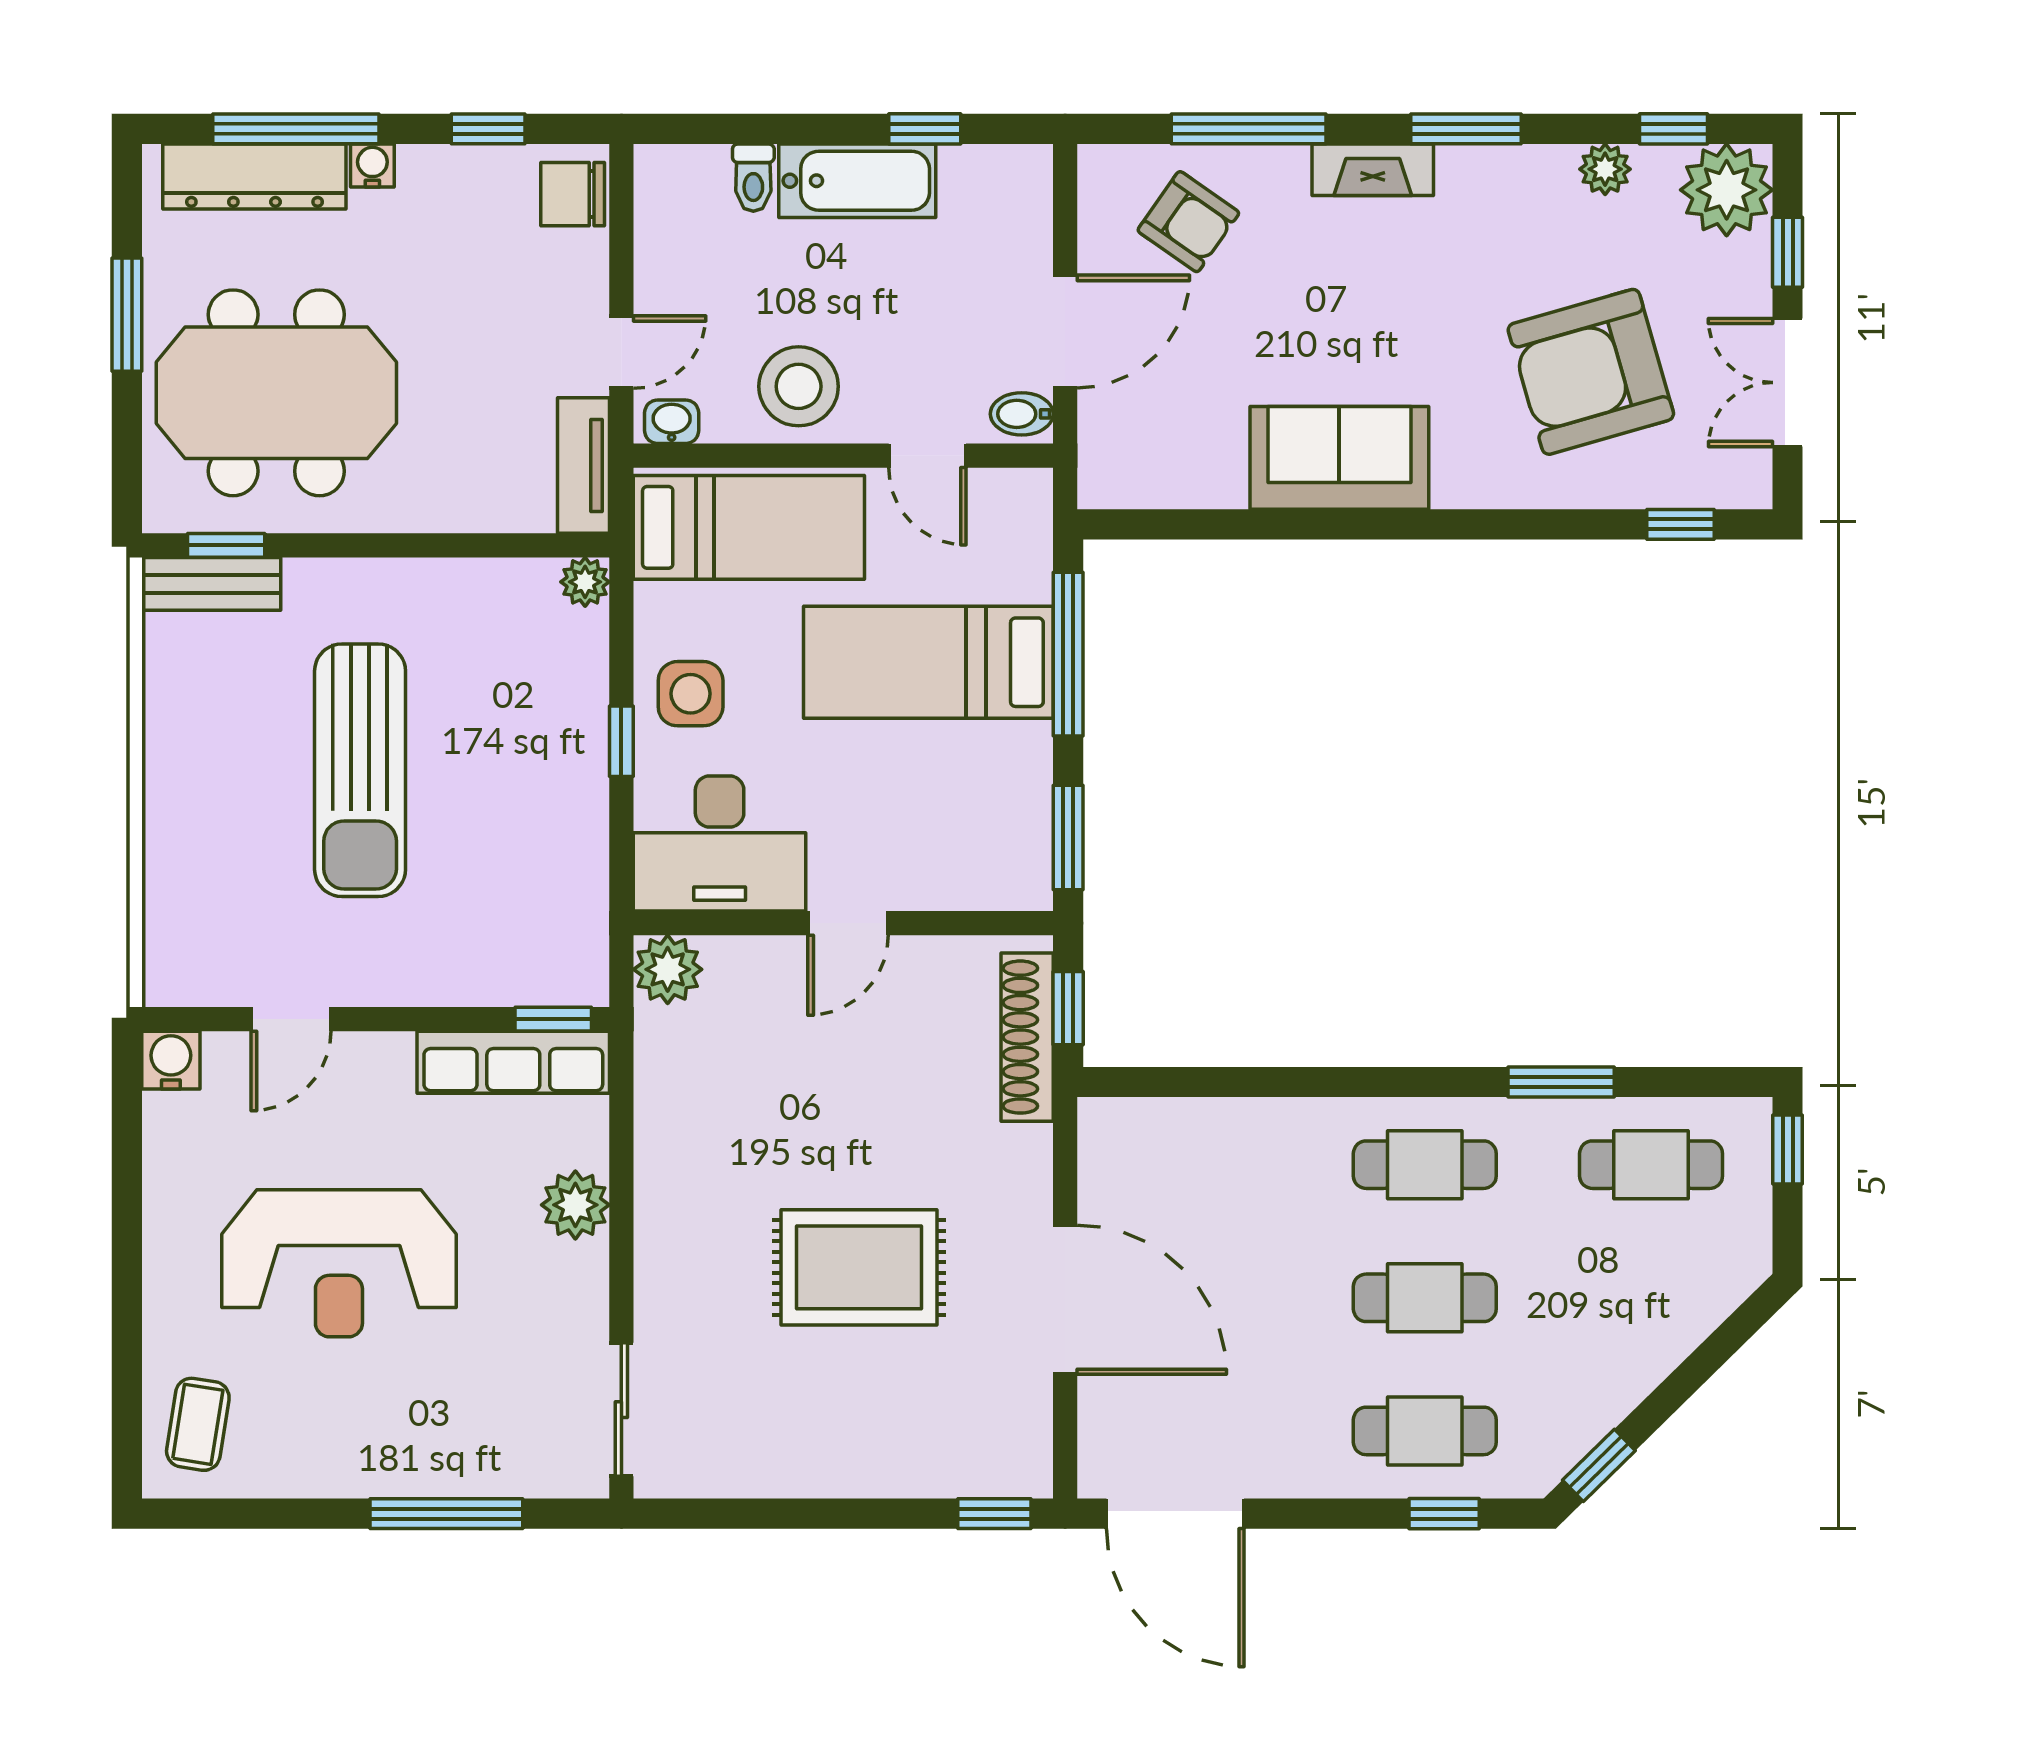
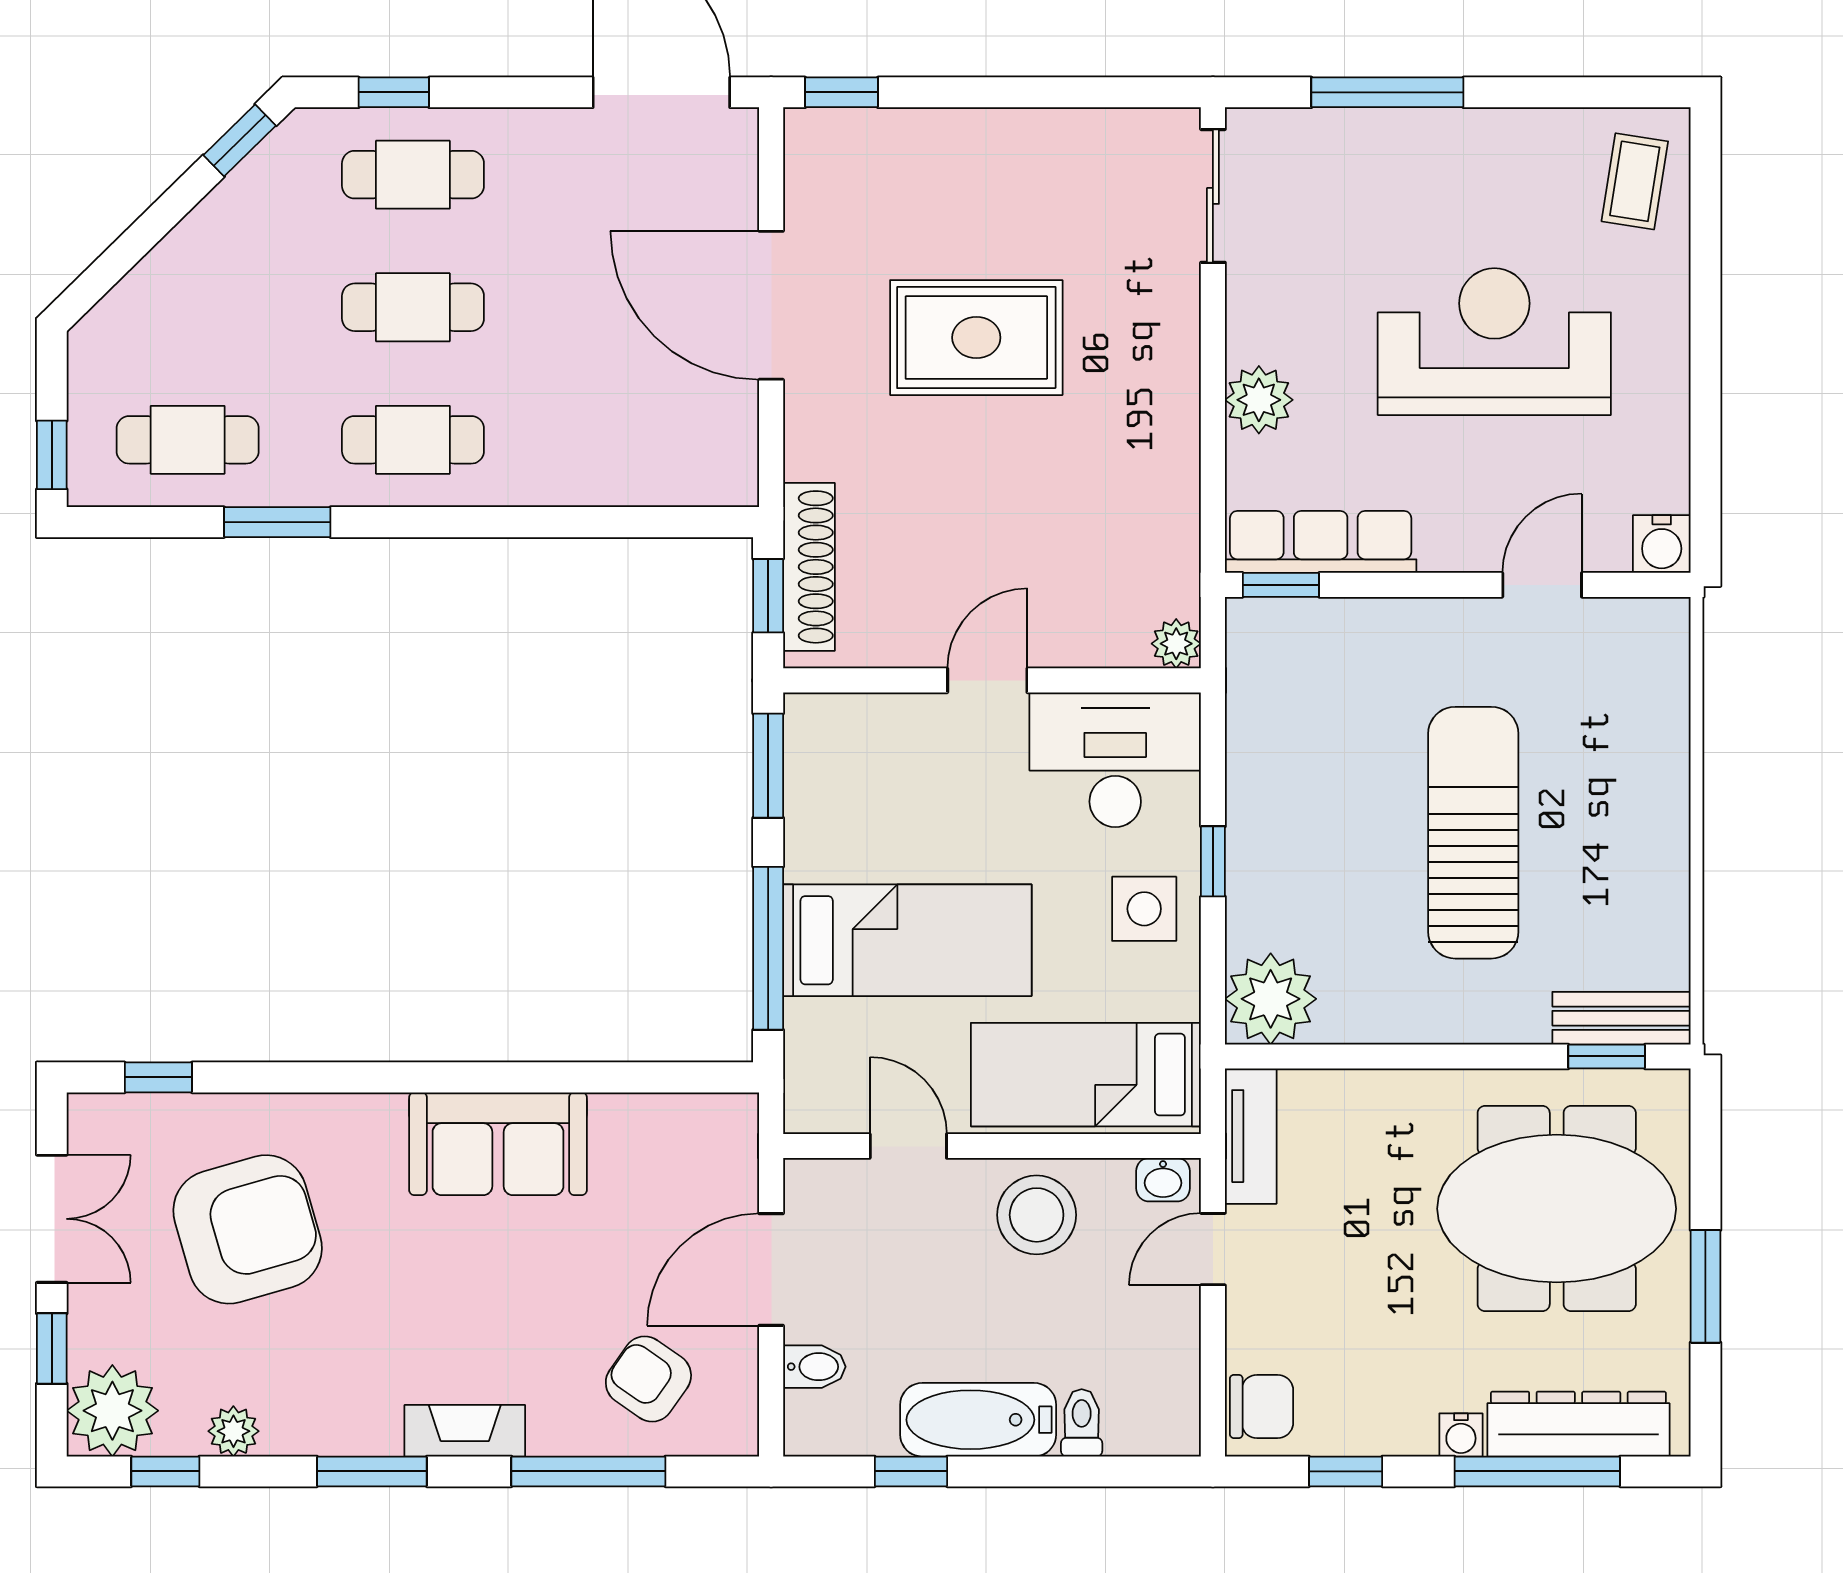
bidet: (1022, 414) -> (814, 1367), moved
plant: (585, 582) -> (1271, 999), width x1.87, depth x1.87
plant: (668, 969) -> (1176, 644), width x0.73, depth x0.73

